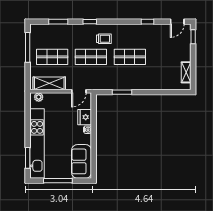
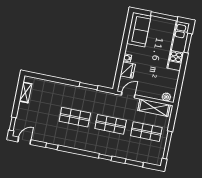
trolley: (104, 39) -> (95, 139), removed
kitchen unit: (37, 143) -> (178, 46), width x0.73

